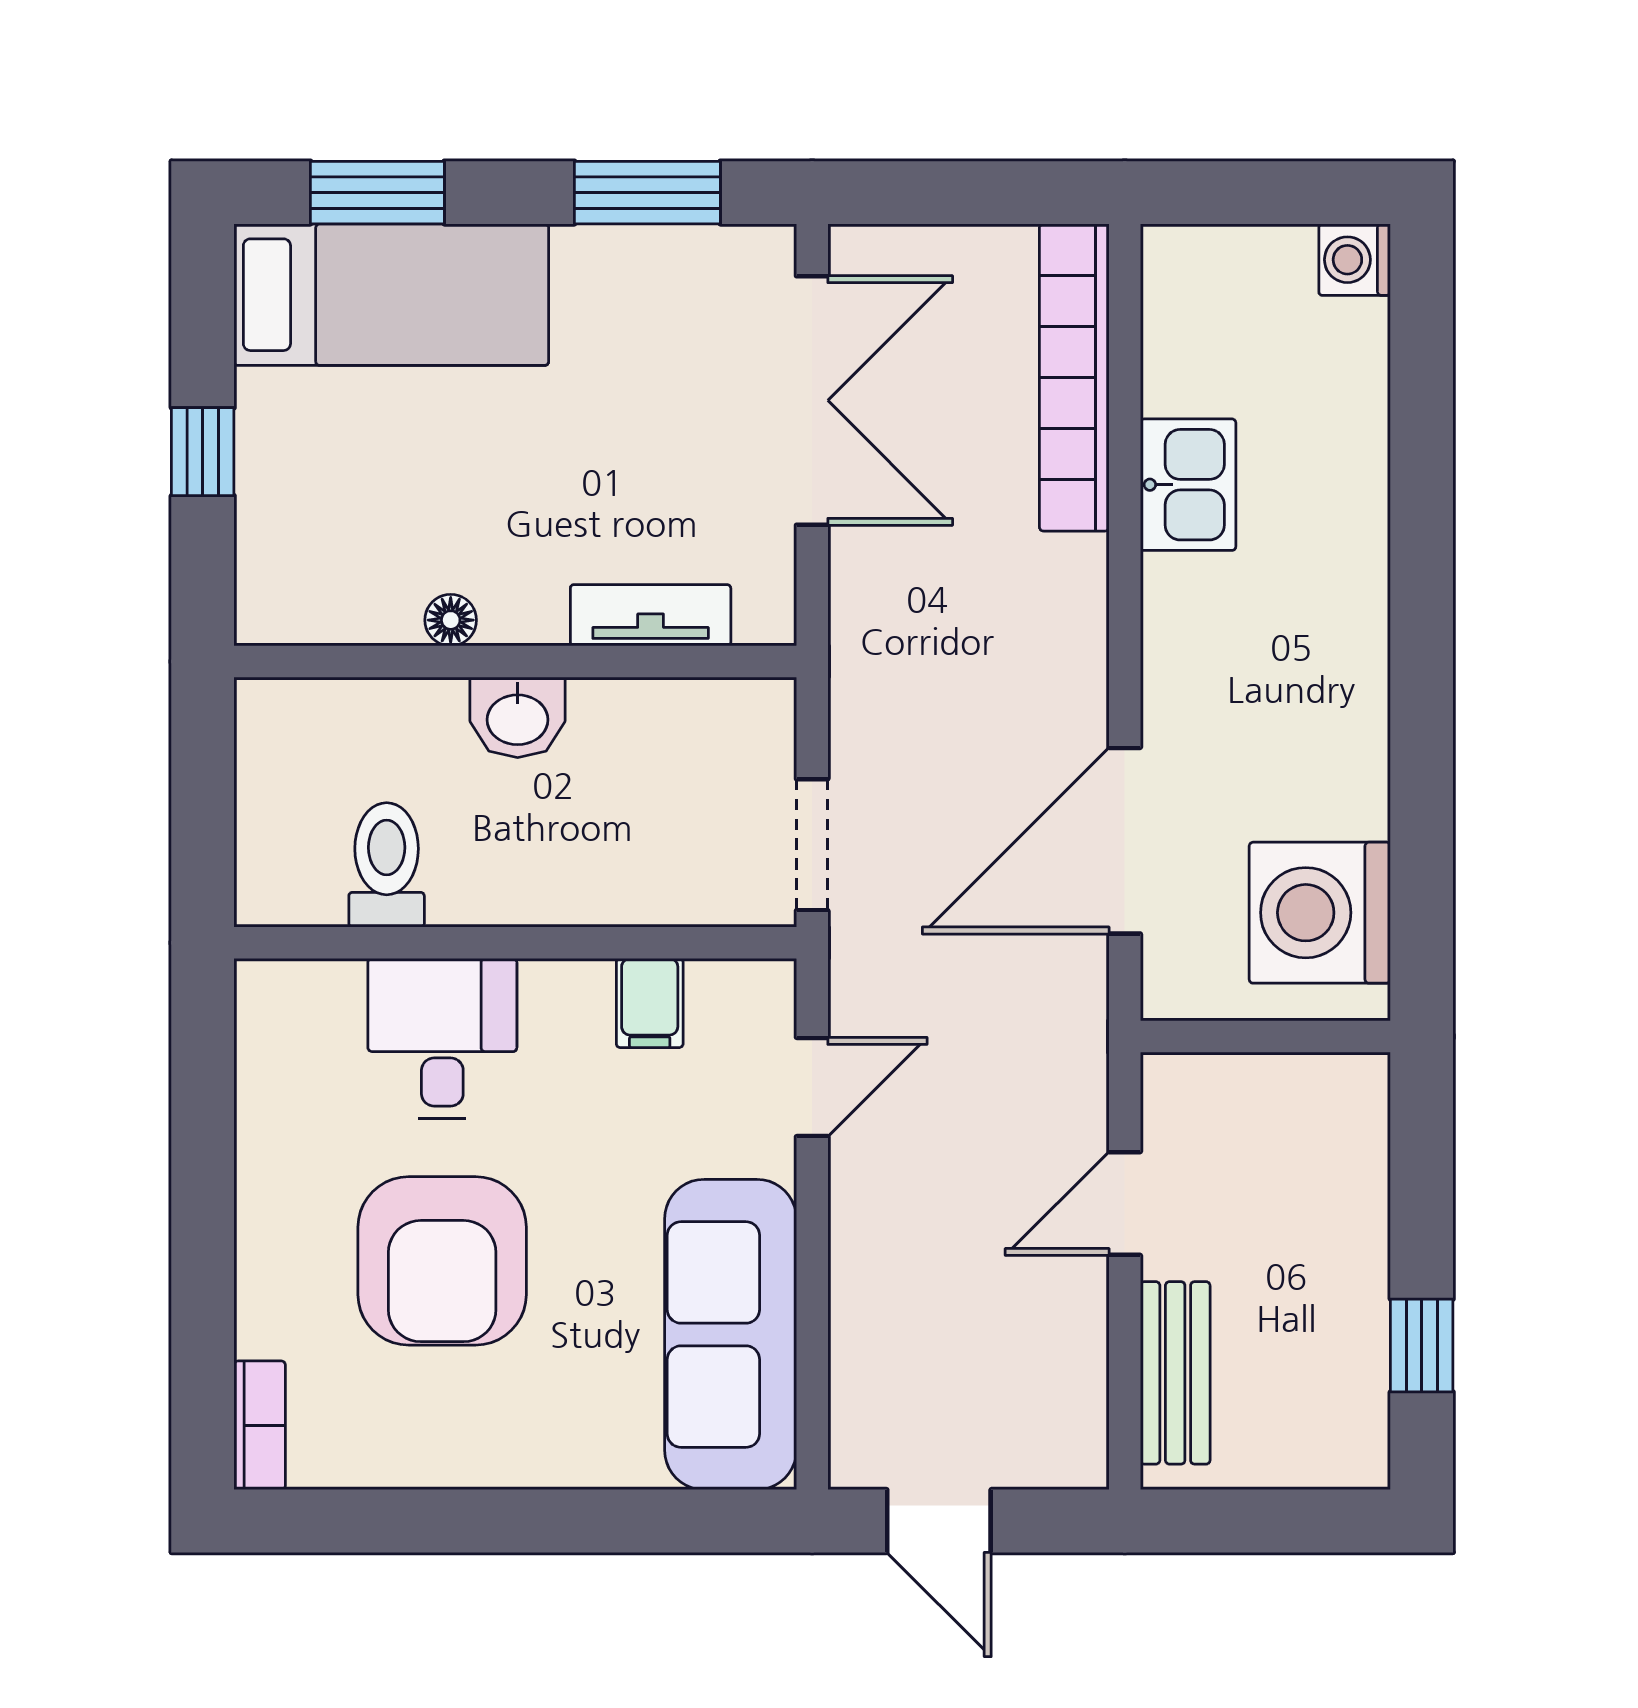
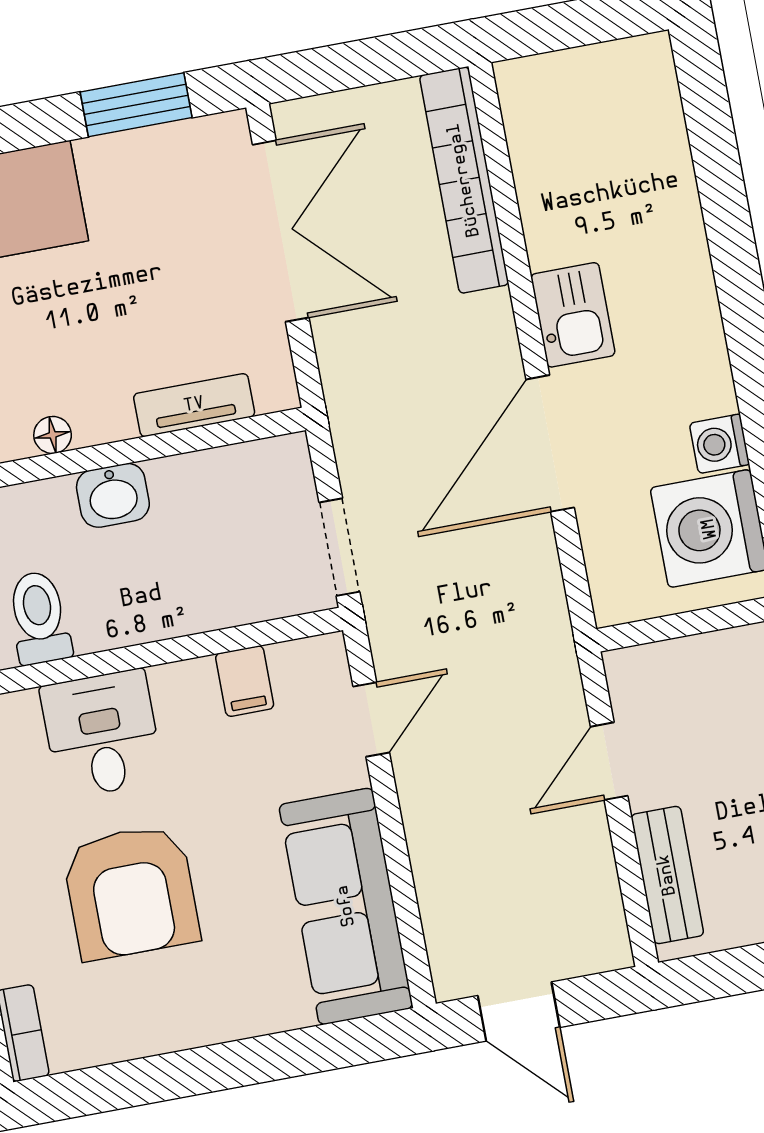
washing machine: (1355, 260) -> (719, 444), moved
kitchen sink: (1188, 485) -> (573, 315), moved
door: (1125, 841) -> (550, 443), moved

